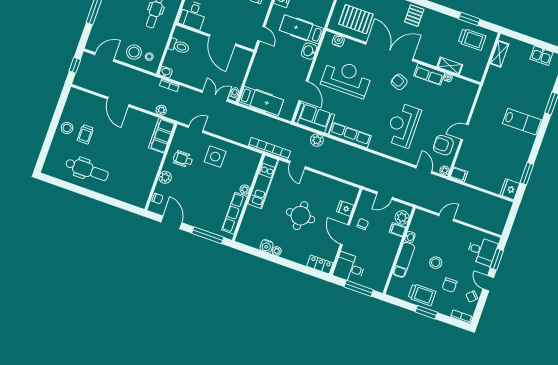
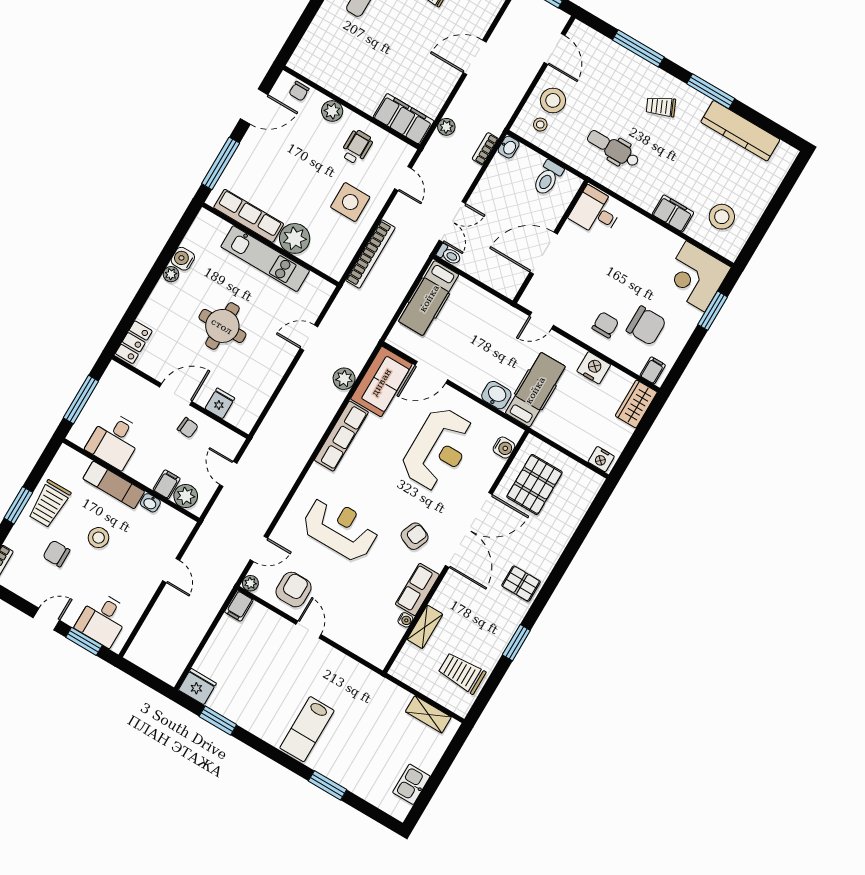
window: (469, 19) -> (516, 643), moved
trolley: (472, 39) -> (462, 673), turned 90
bookcase: (269, 149) -> (371, 254), moved
kitchen unit: (263, 182) -> (265, 259), moved
plant: (245, 190) -> (295, 238), width x1.88, depth x1.88
desk: (349, 268) -> (115, 440), moved, turned 180
chair: (472, 296) -> (30, 587), removed

